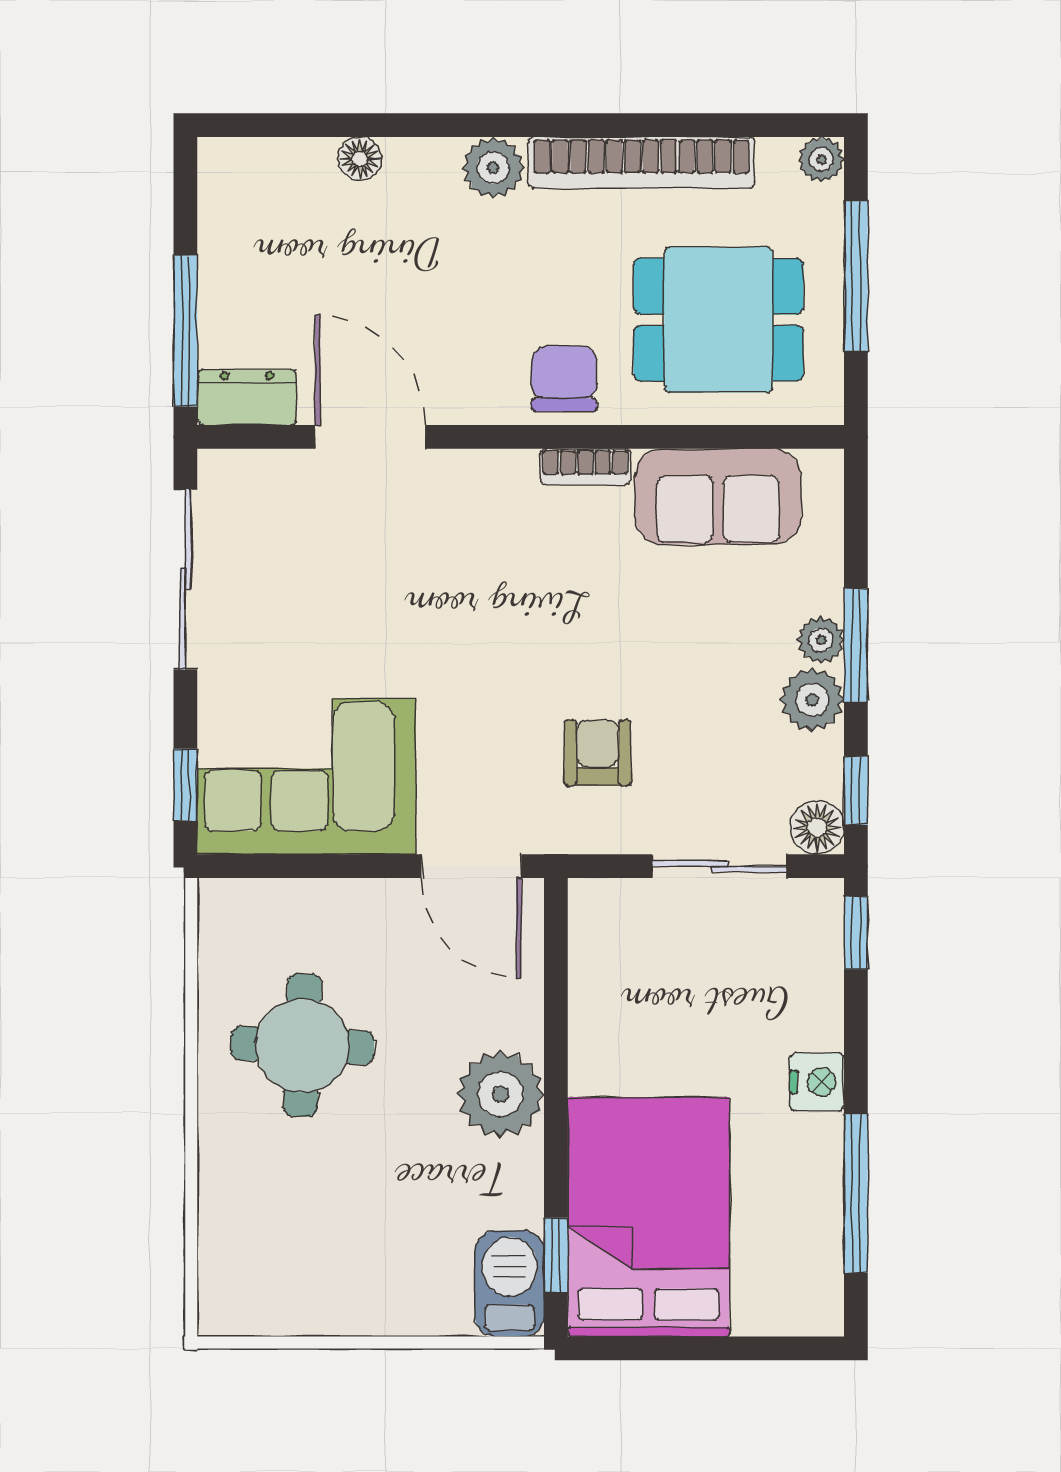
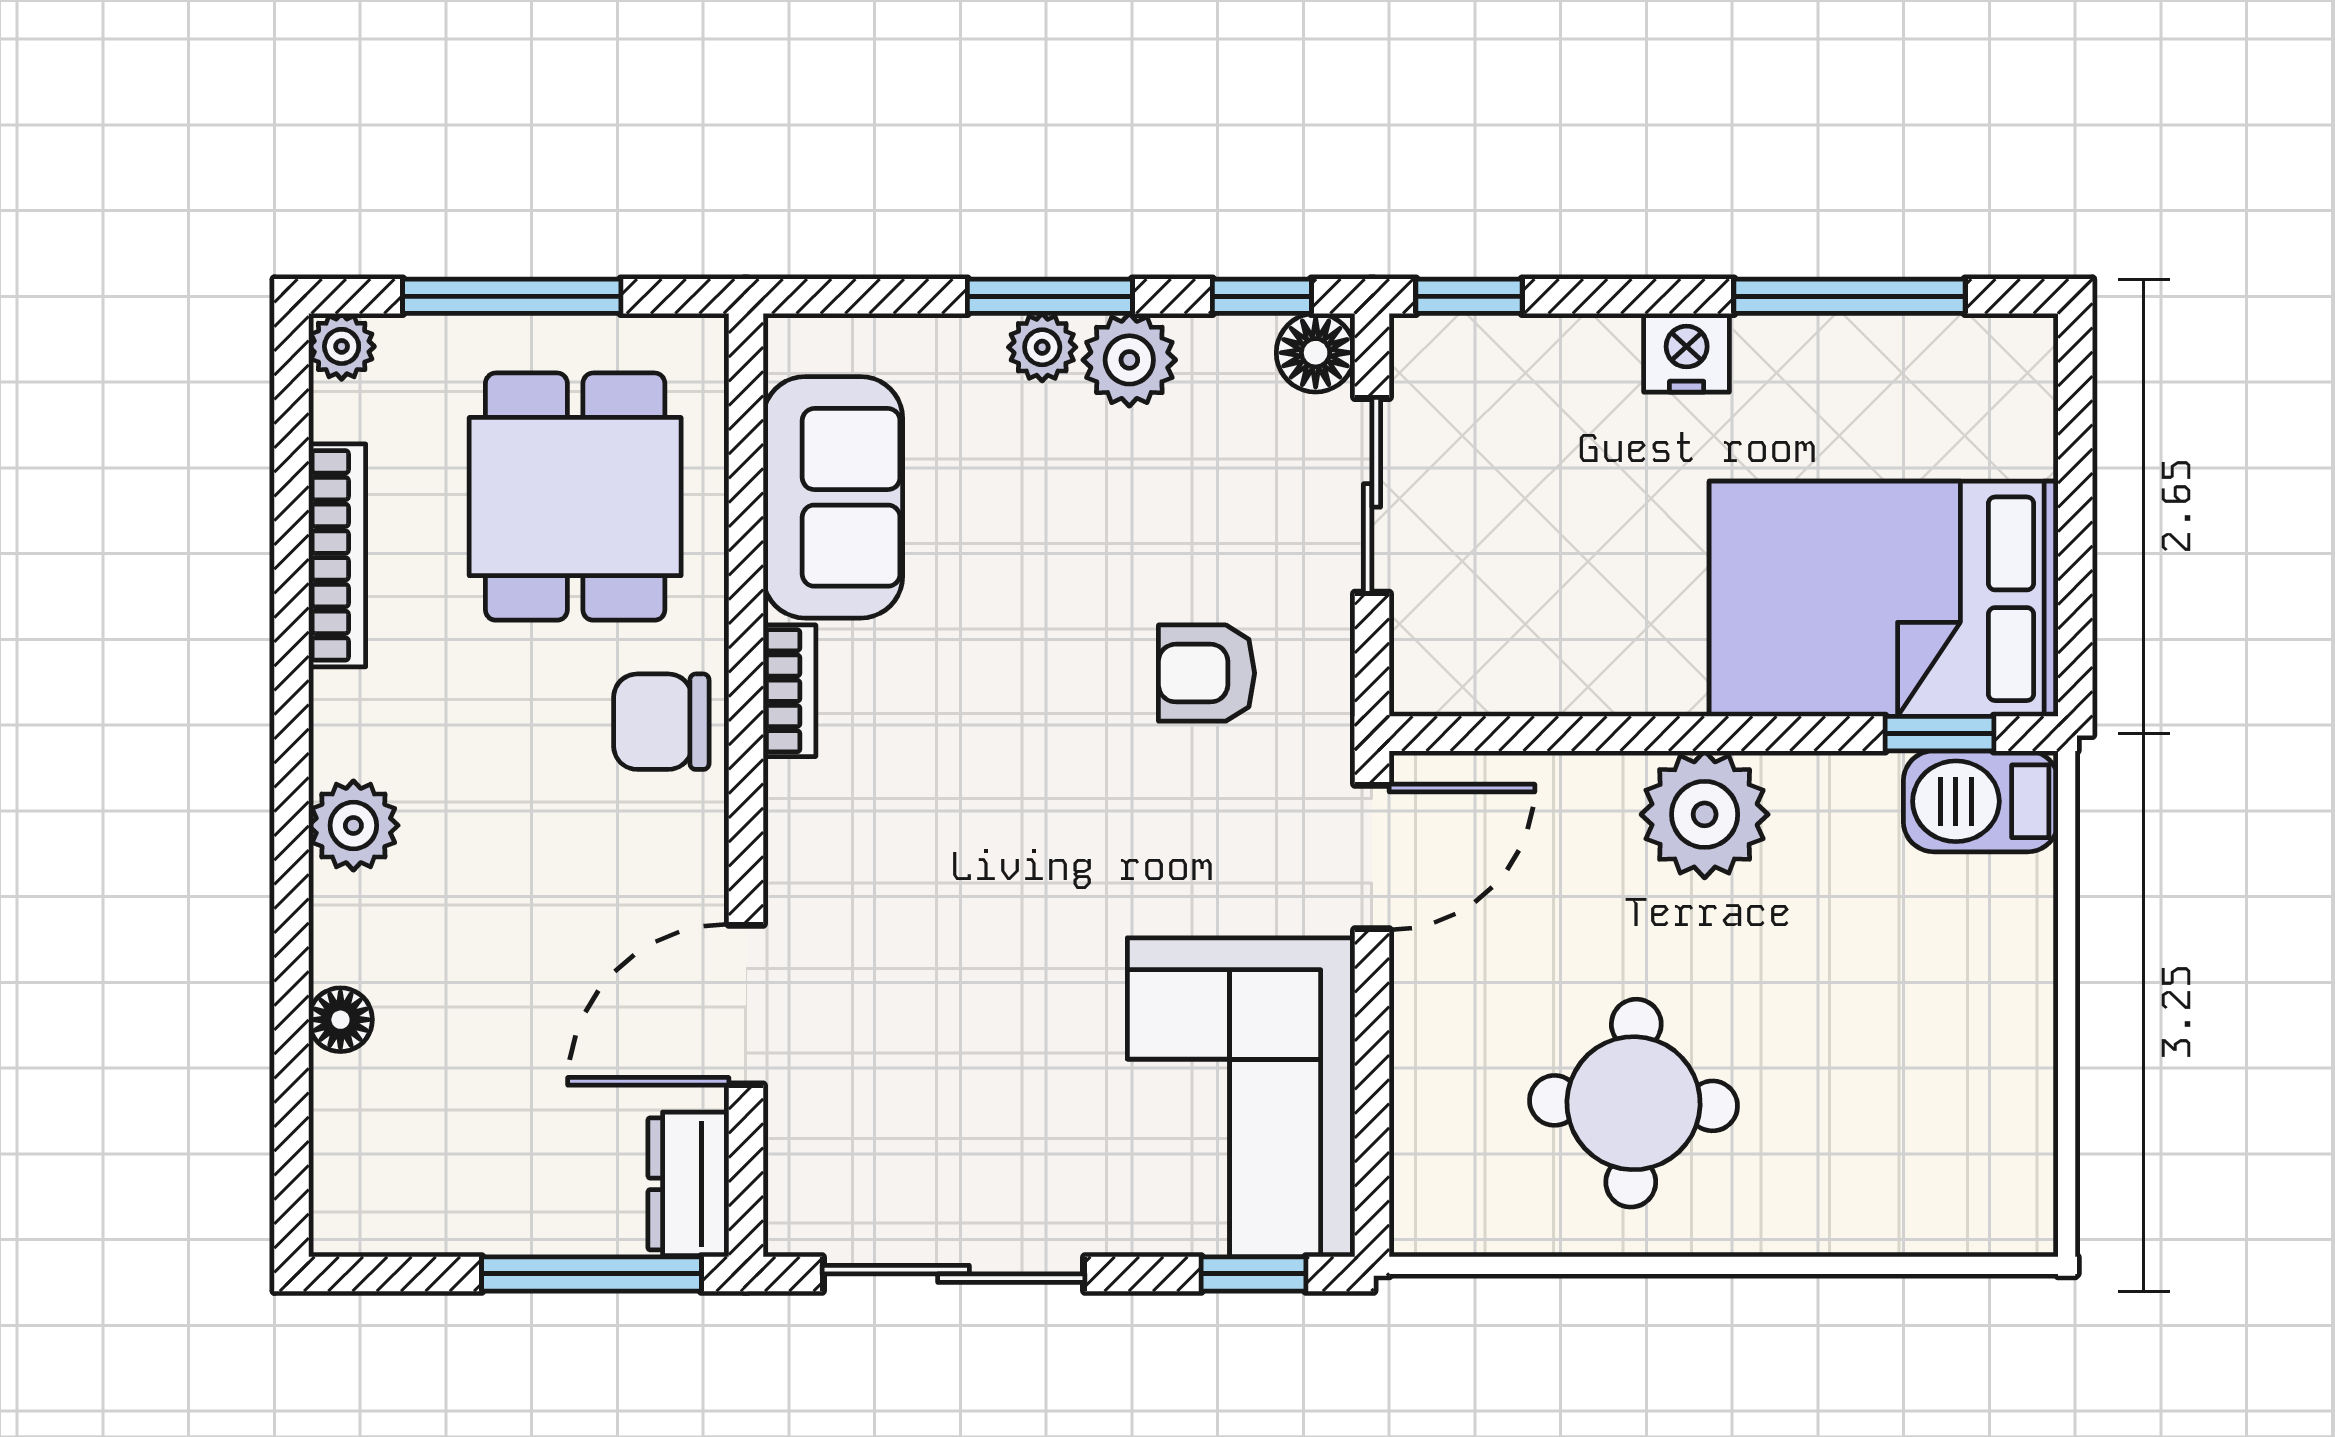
bookcase: (642, 163) -> (337, 555), width x0.68, depth x0.76

